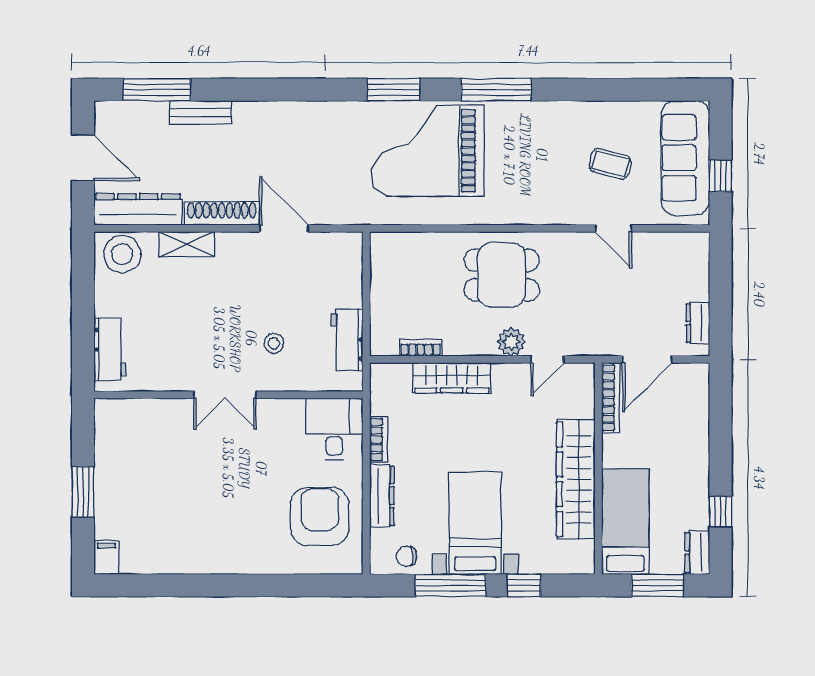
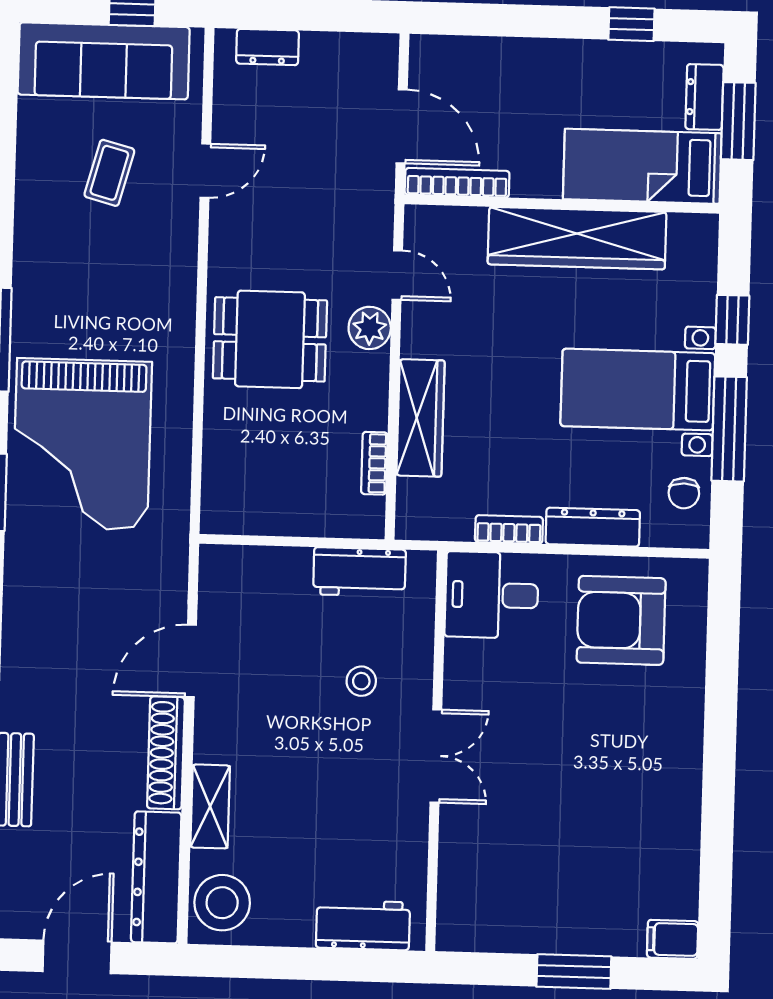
dining table: (502, 275) -> (270, 339), turned 90
dresser: (698, 323) -> (268, 47), moved
dresser: (697, 553) -> (704, 97), moved, turned 90

